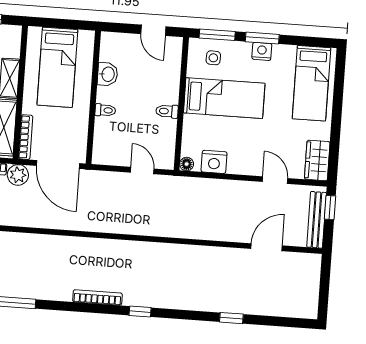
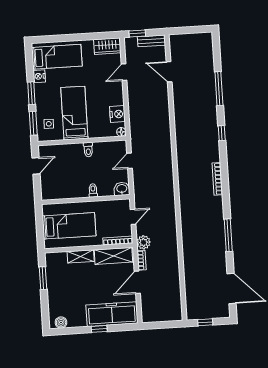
nightstand: (262, 51) -> (39, 76), moved
washbasin: (108, 74) -> (122, 189), moved
door: (58, 164) -> (133, 217), width x0.53
bench: (317, 220) -> (151, 41), width x0.73
window: (140, 311) -> (222, 133), moved
window: (231, 318) -> (219, 89), width x2.17

